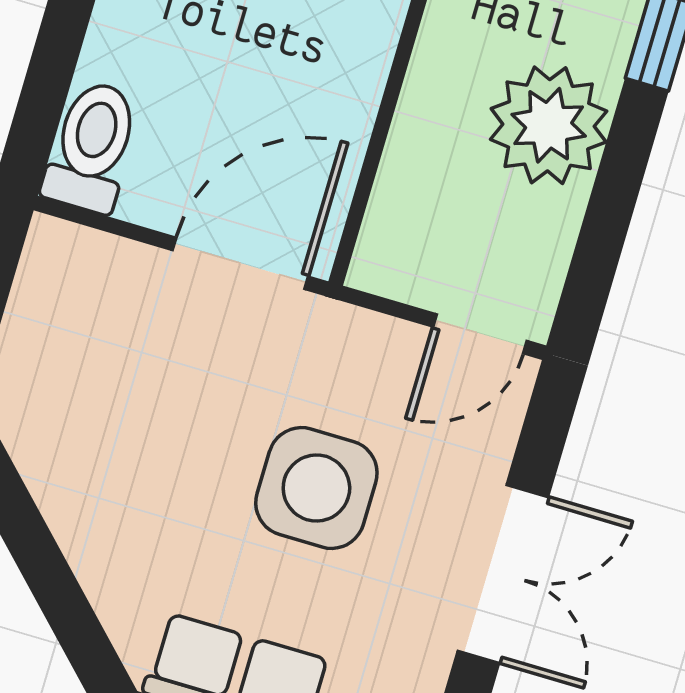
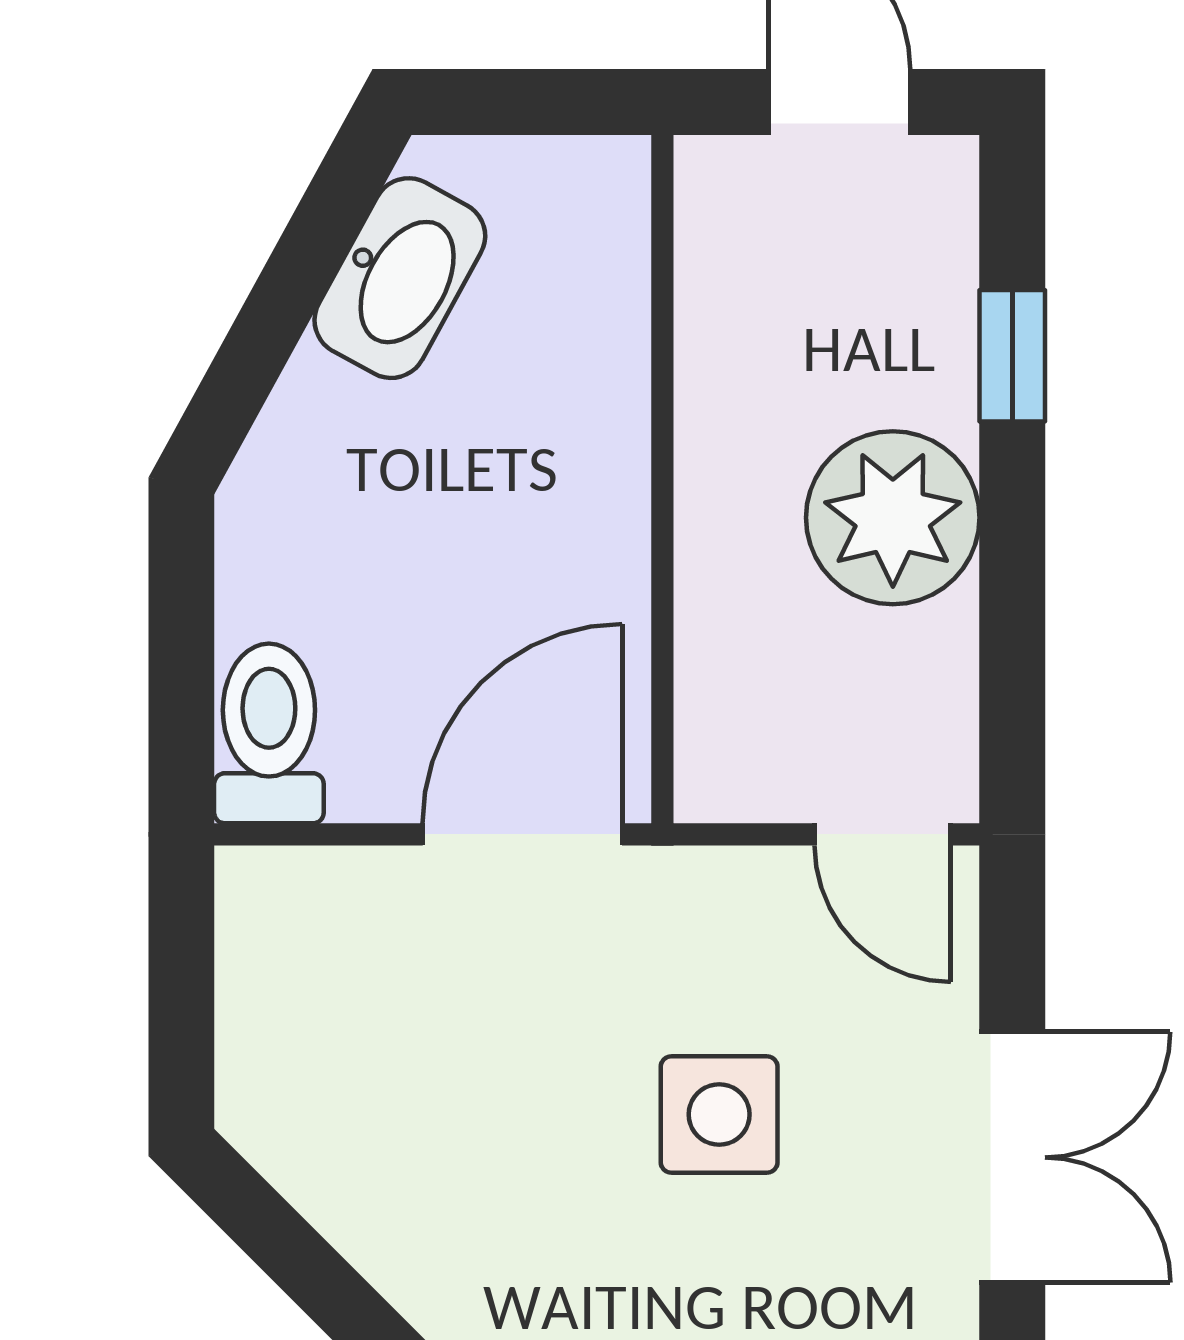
door: (480, 334) -> (883, 834), hinge flipped
side table: (316, 488) -> (719, 1114), width x0.73, depth x0.73

